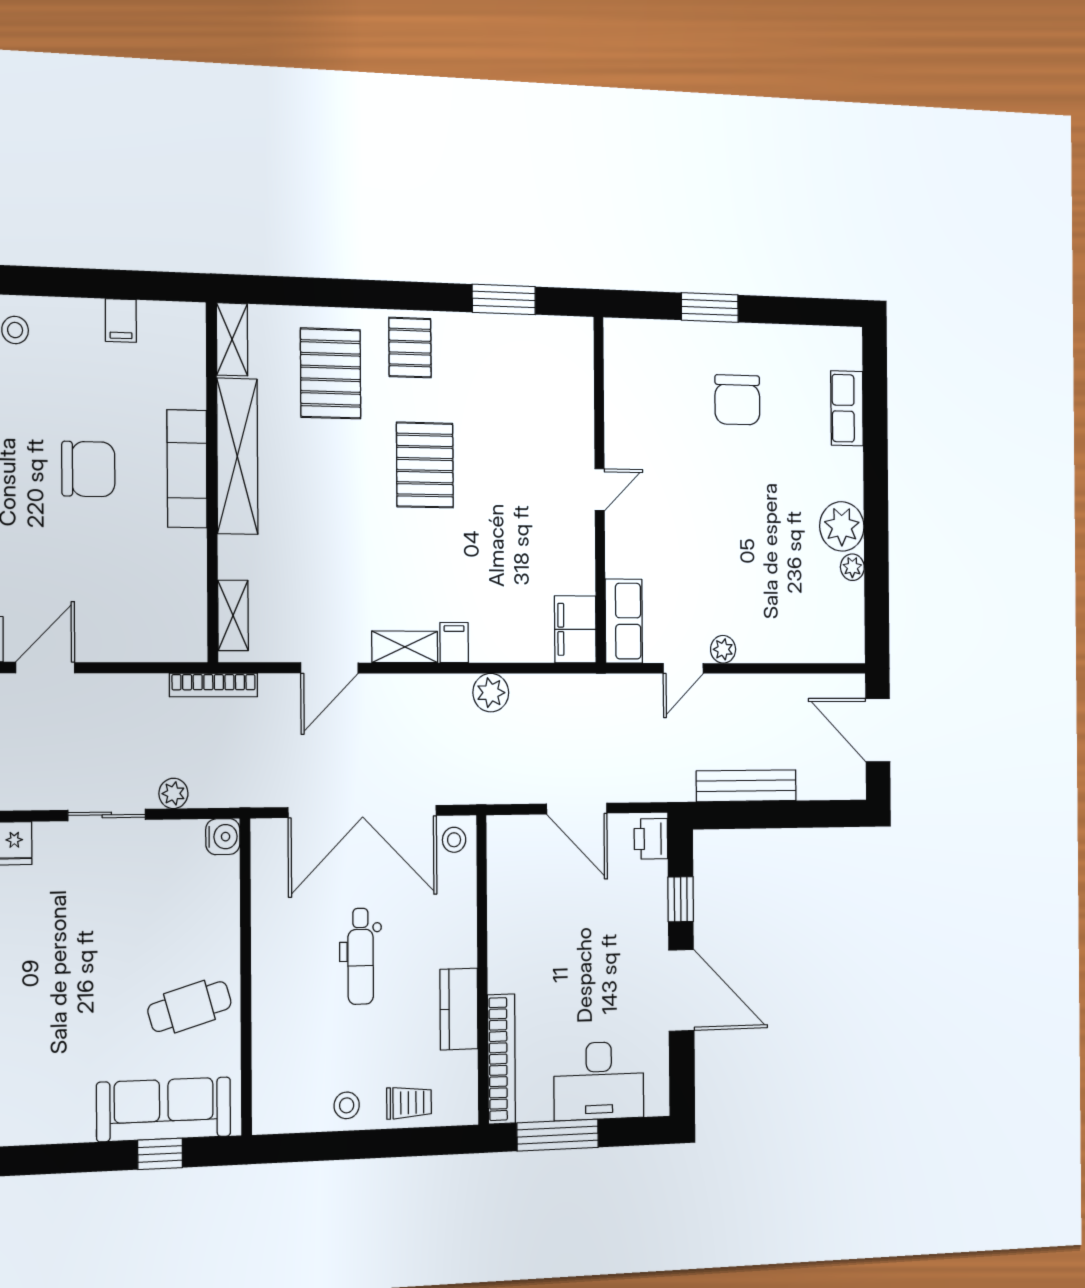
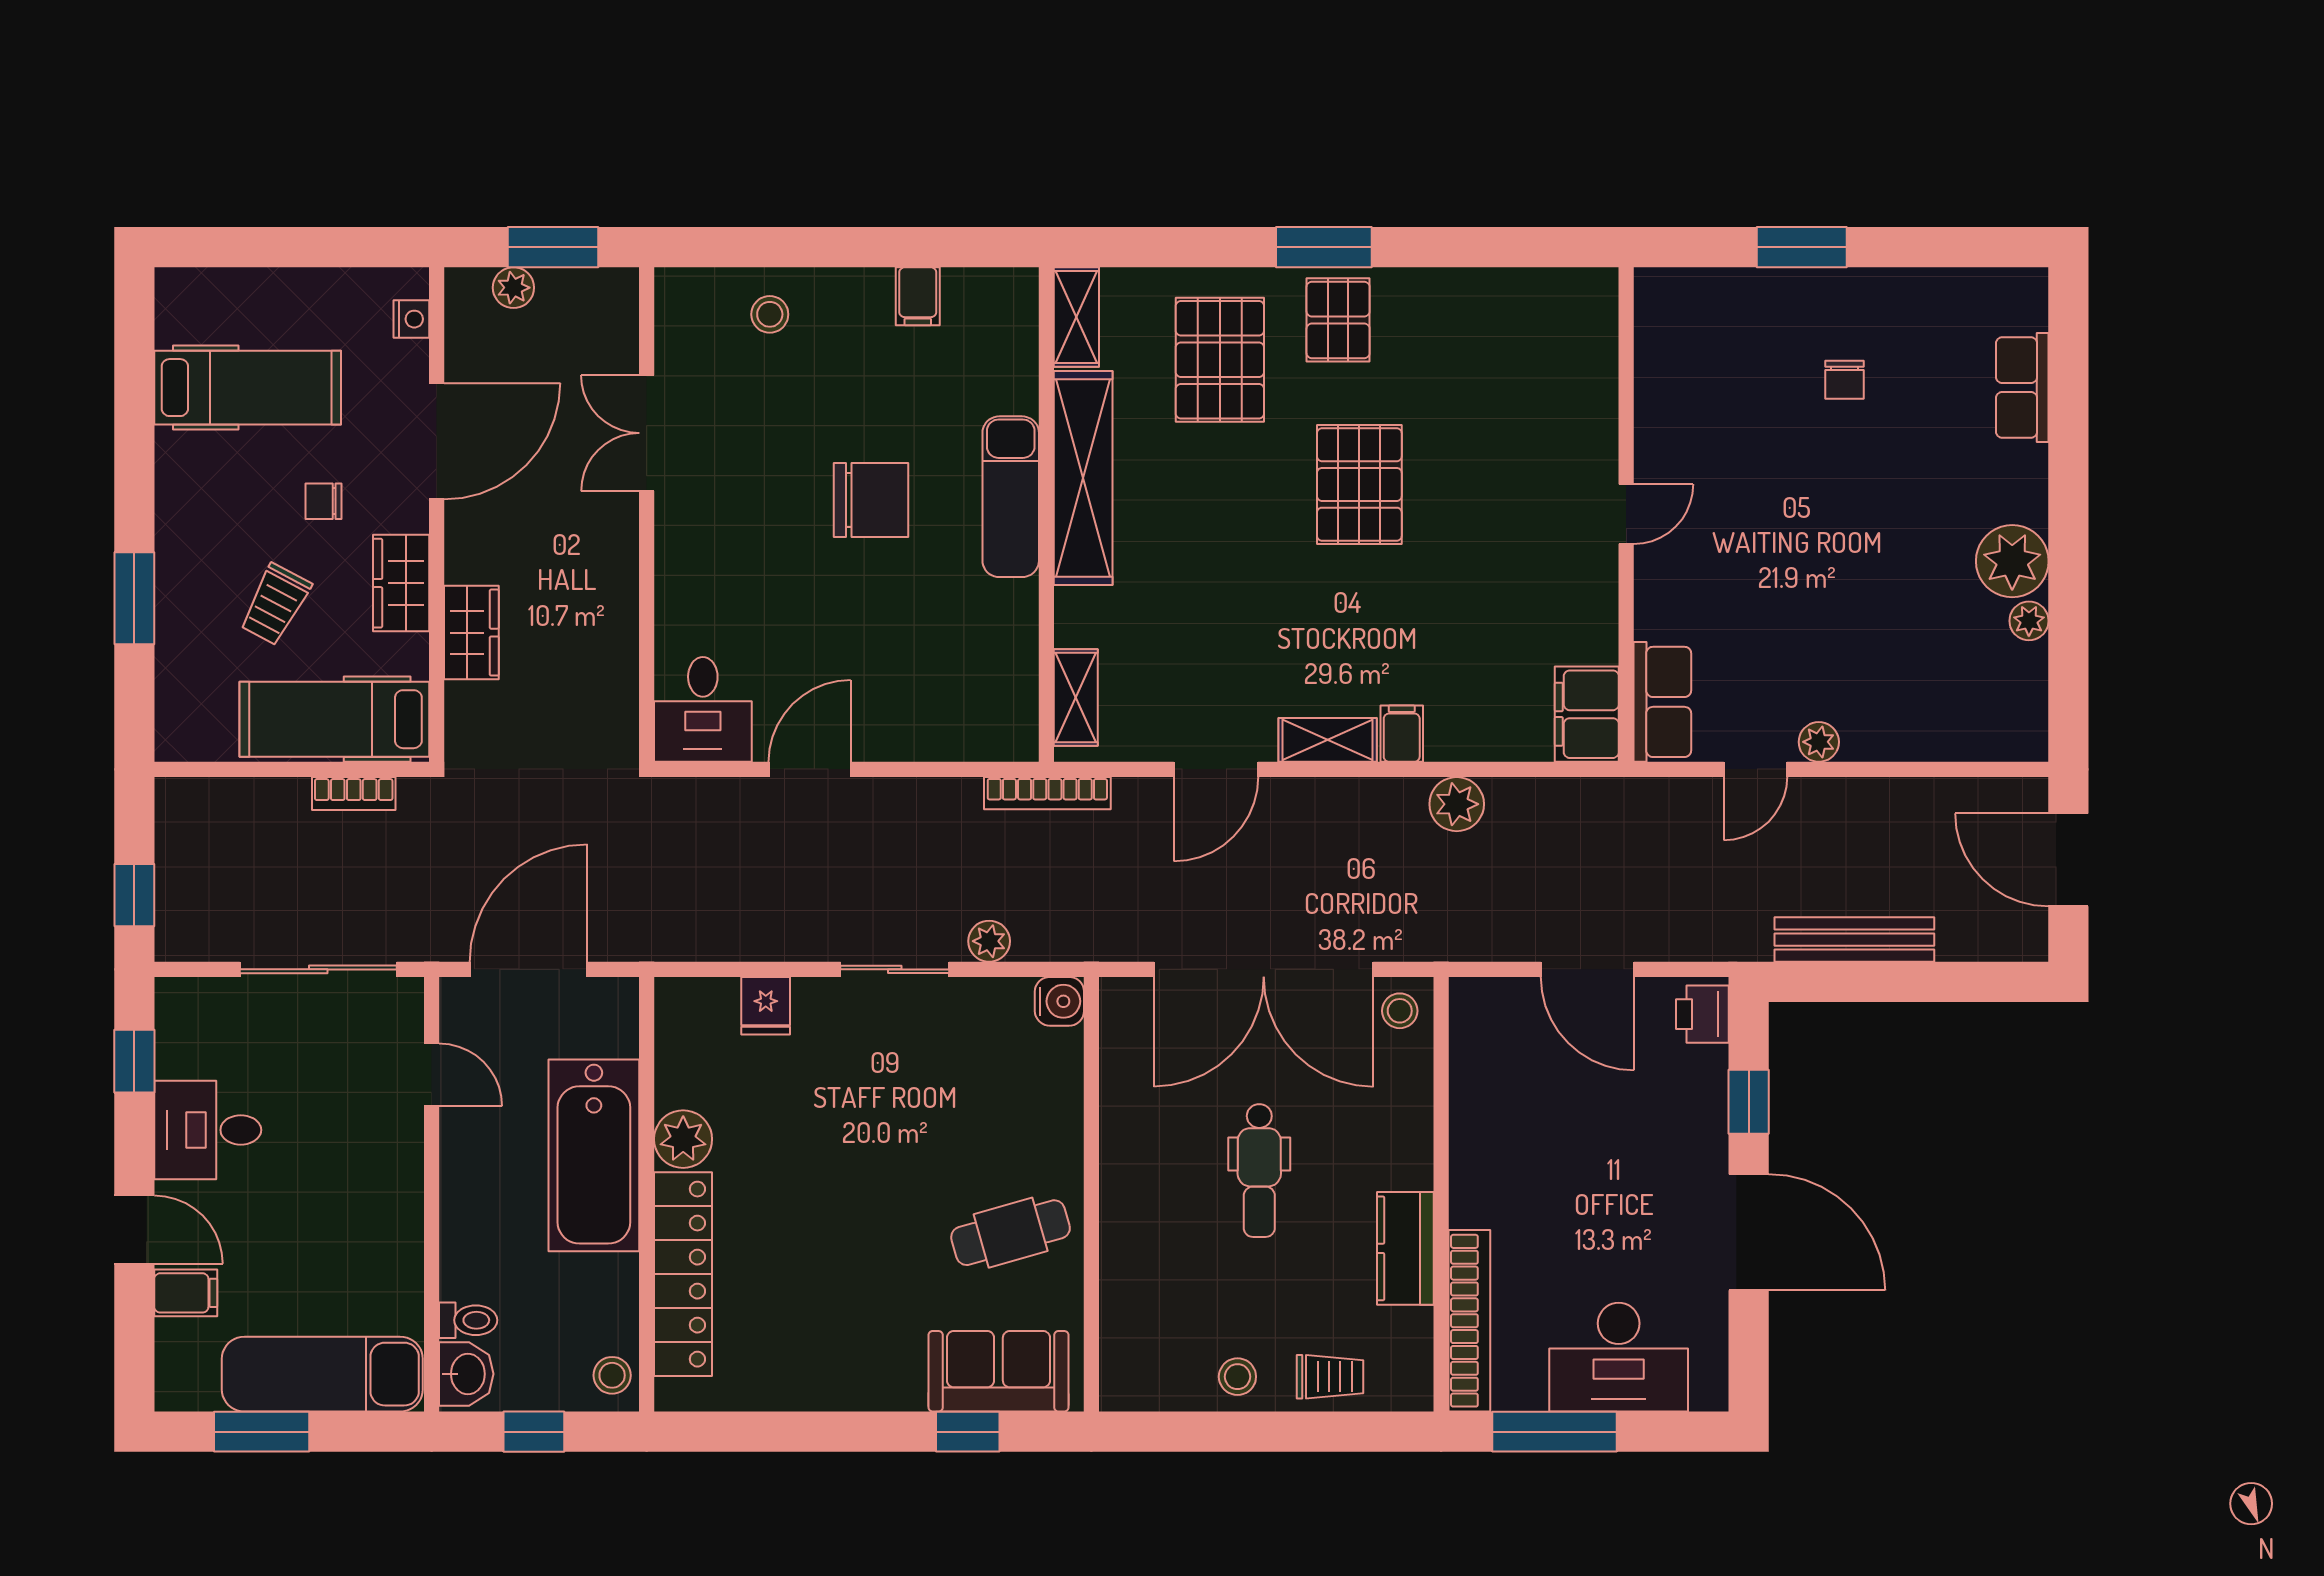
window: (504, 299) -> (1324, 247), moved
chair: (737, 400) -> (1845, 380), width x0.54, depth x0.54
sofa: (164, 1109) -> (998, 1371), width x0.73

